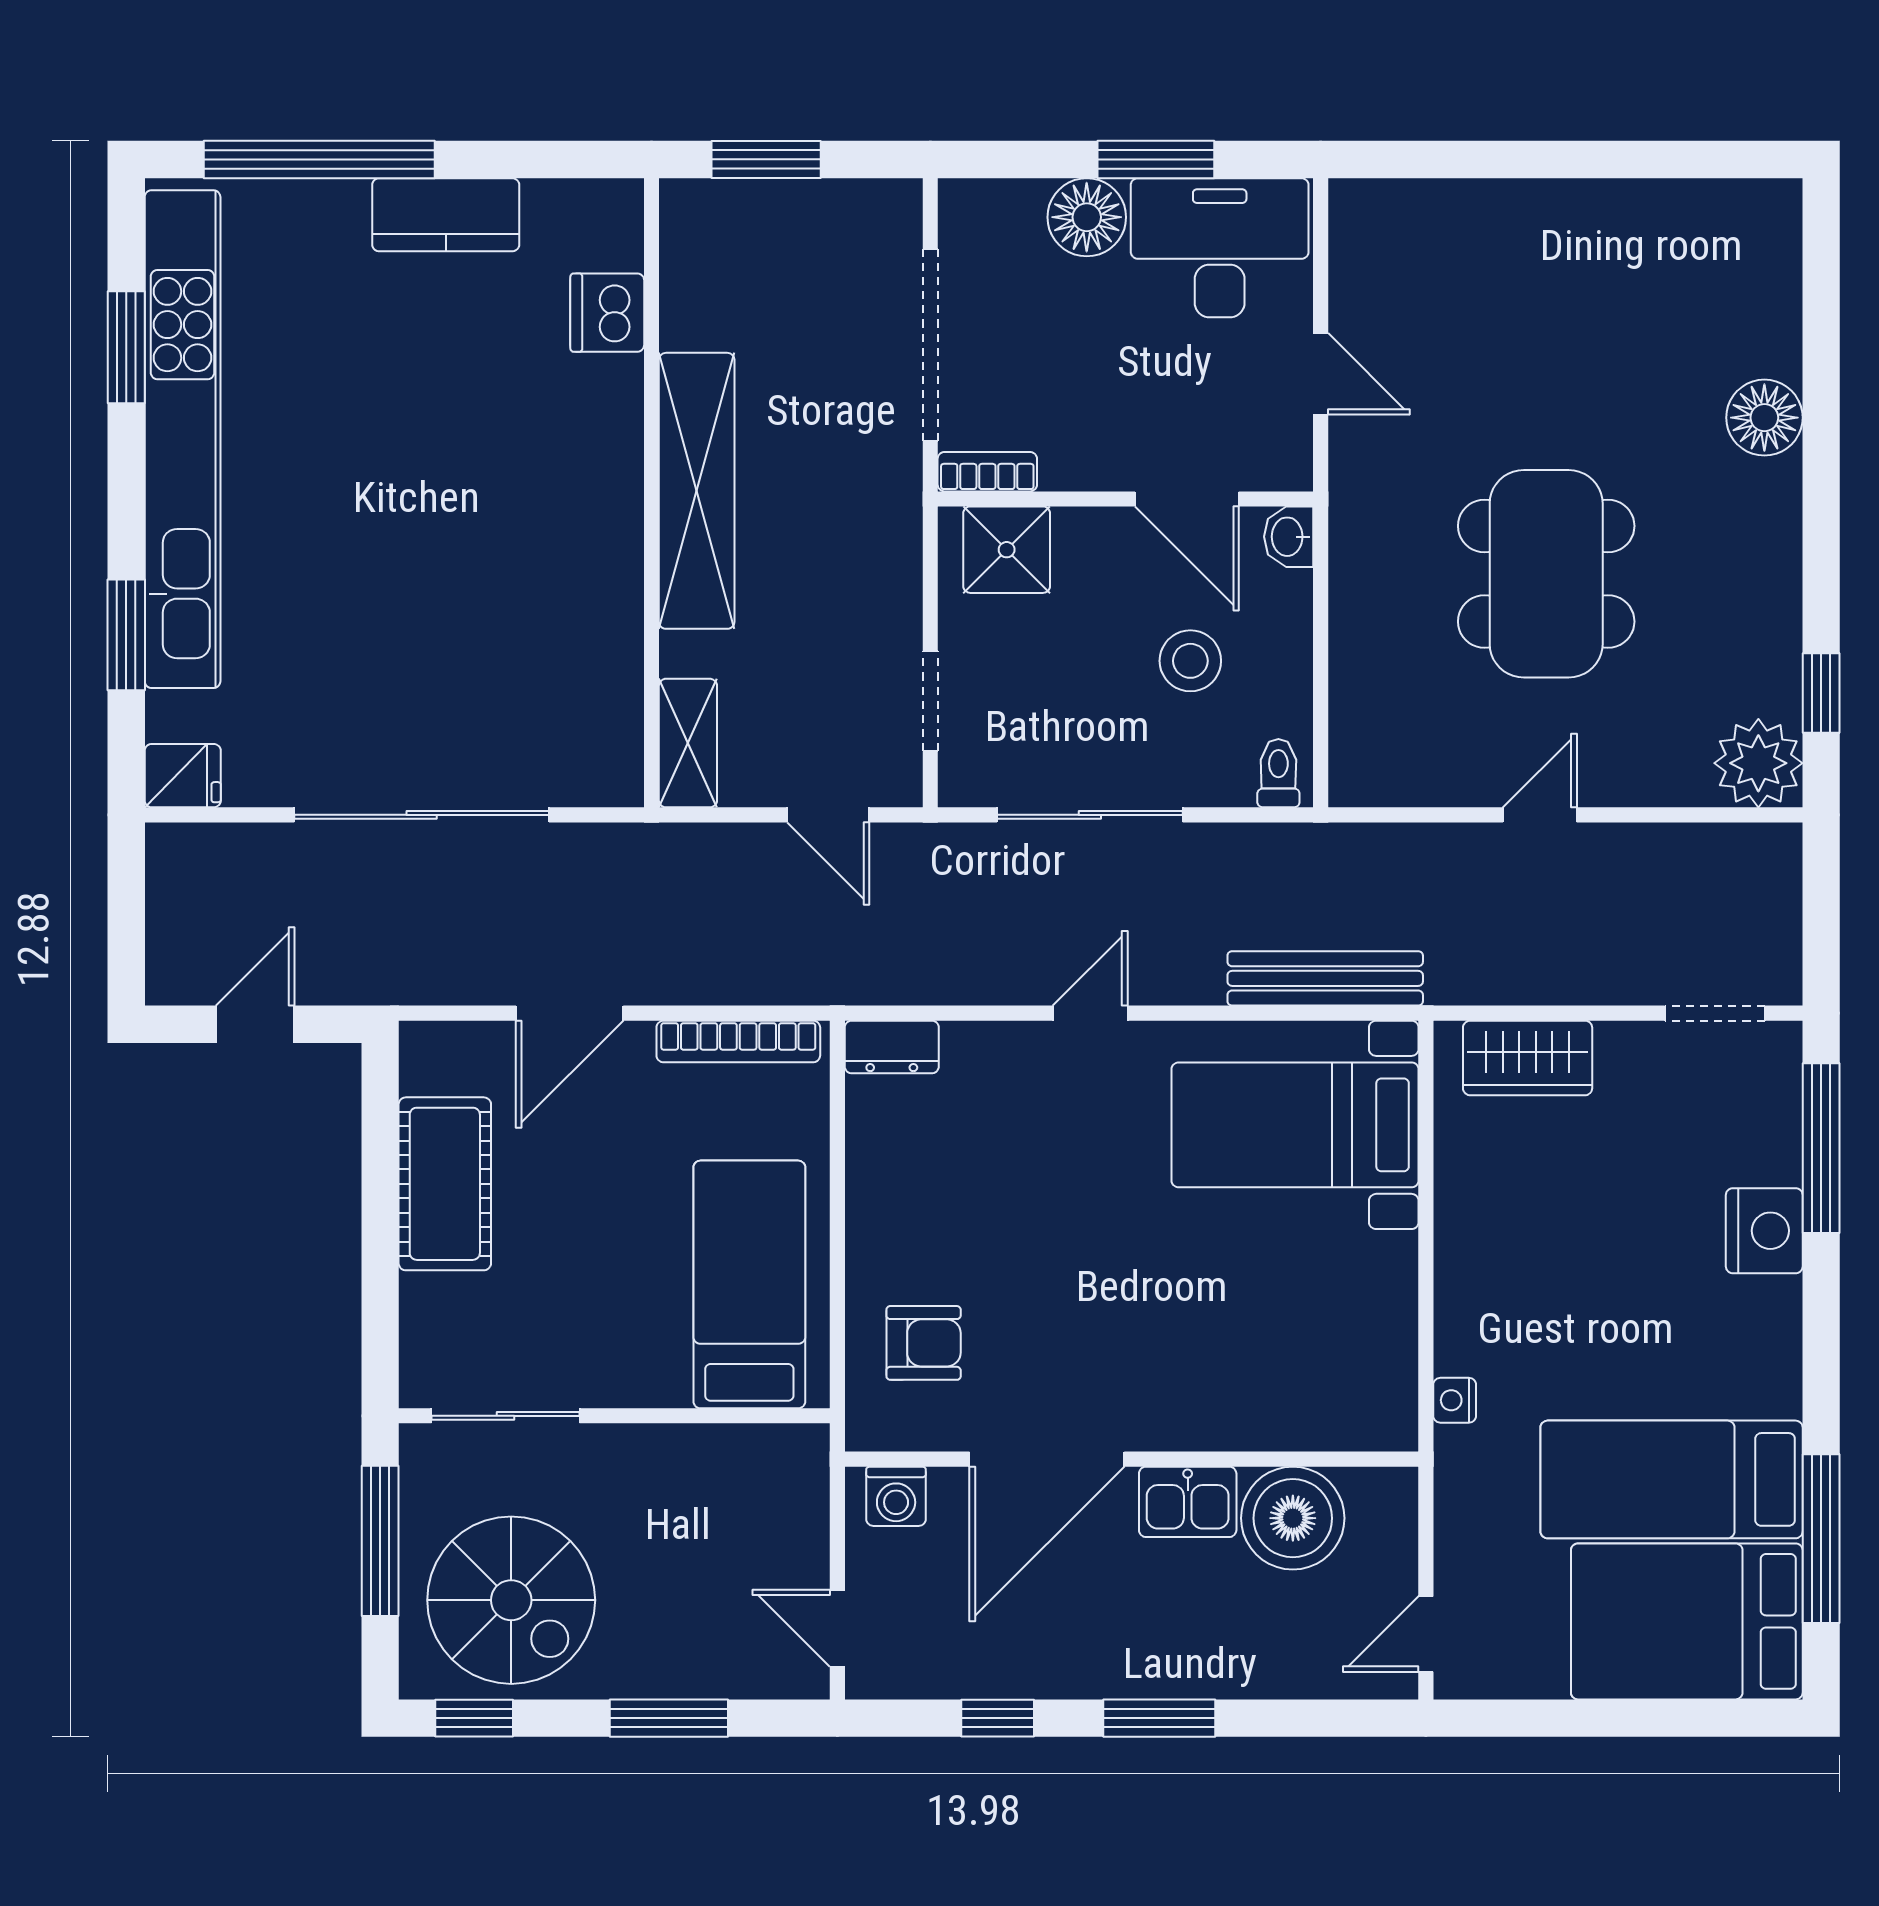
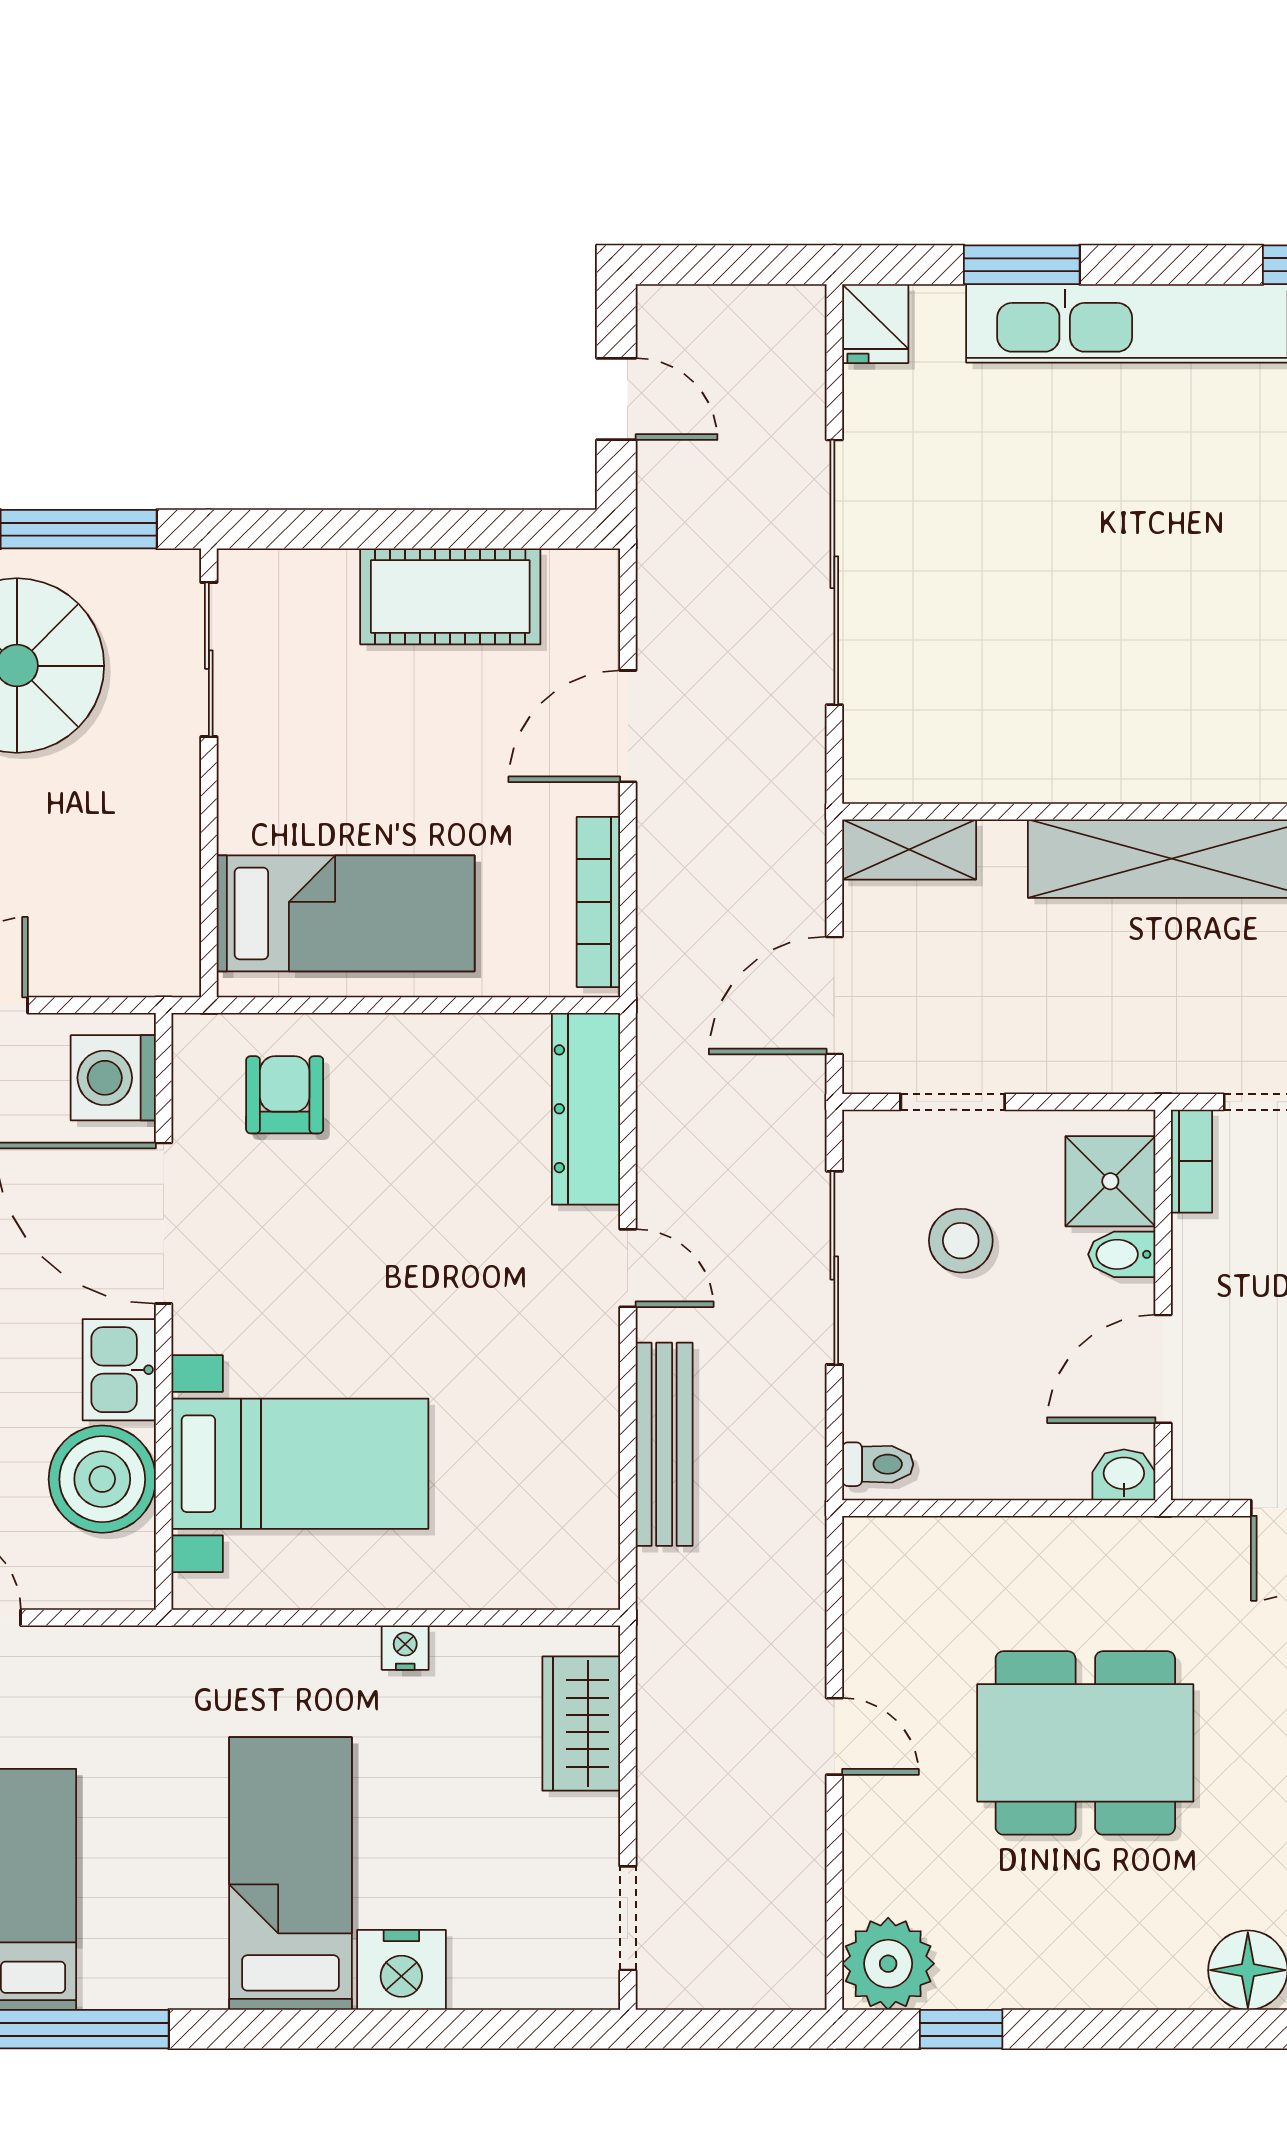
bidet: (1077, 539) -> (1122, 1254), added
stool: (1190, 661) -> (961, 1241), moved
door: (828, 815) -> (834, 996), width x1.38
bench: (1325, 978) -> (664, 1444), moved
door: (570, 1013) -> (628, 726), hinge flipped
dresser: (892, 1047) -> (586, 1109), width x1.96, depth x1.24
bed with nightstands: (1295, 1125) -> (300, 1464), moved, turned 90
window: (1821, 1148) -> (487, 2029), removed
armchair: (924, 1343) -> (285, 1095), turned 180
nightstand: (1455, 1400) -> (405, 1648), moved
bed: (1672, 1479) -> (290, 1873), moved
washing machine: (896, 1496) -> (113, 1078), width x1.38, depth x1.38

